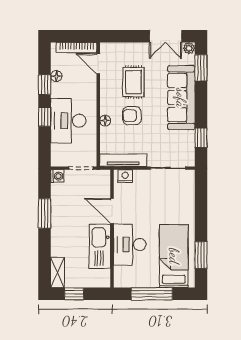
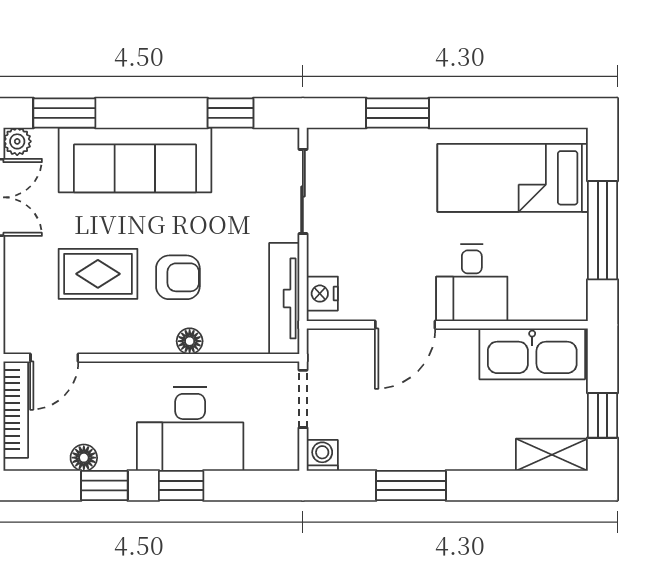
armchair: (132, 116) -> (178, 277), turned -90
desk: (130, 245) -> (472, 283), width x0.73
kitchen sink: (100, 246) -> (532, 354), moved
window: (201, 255) -> (397, 113), moved

